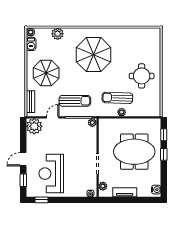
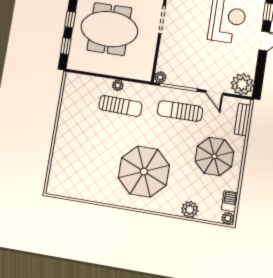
round table: (142, 76) -> (82, 131), removed
door: (53, 117) -> (214, 93), hinge flipped

